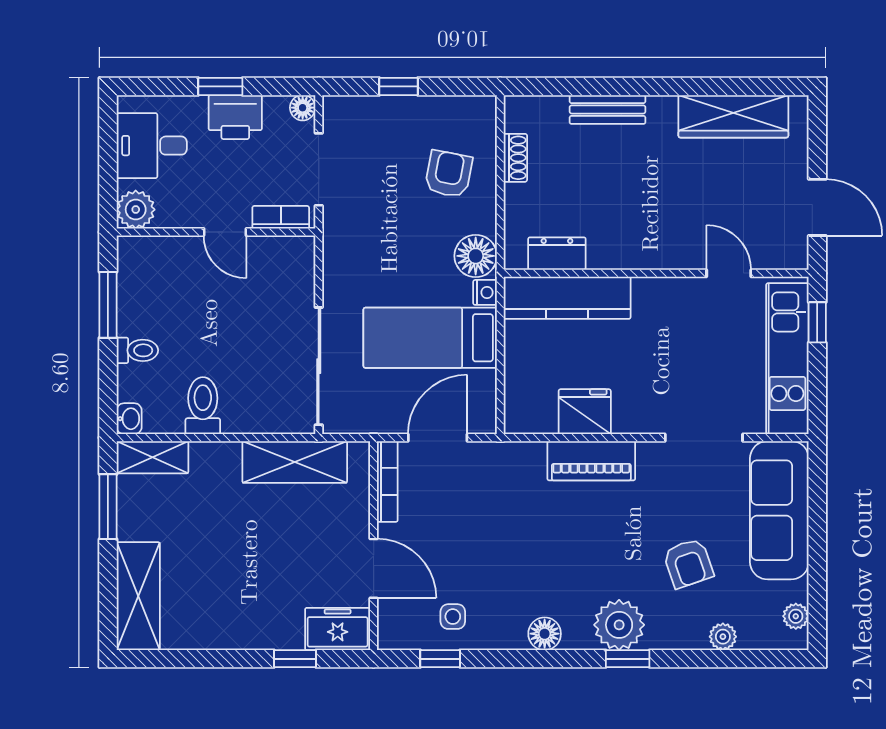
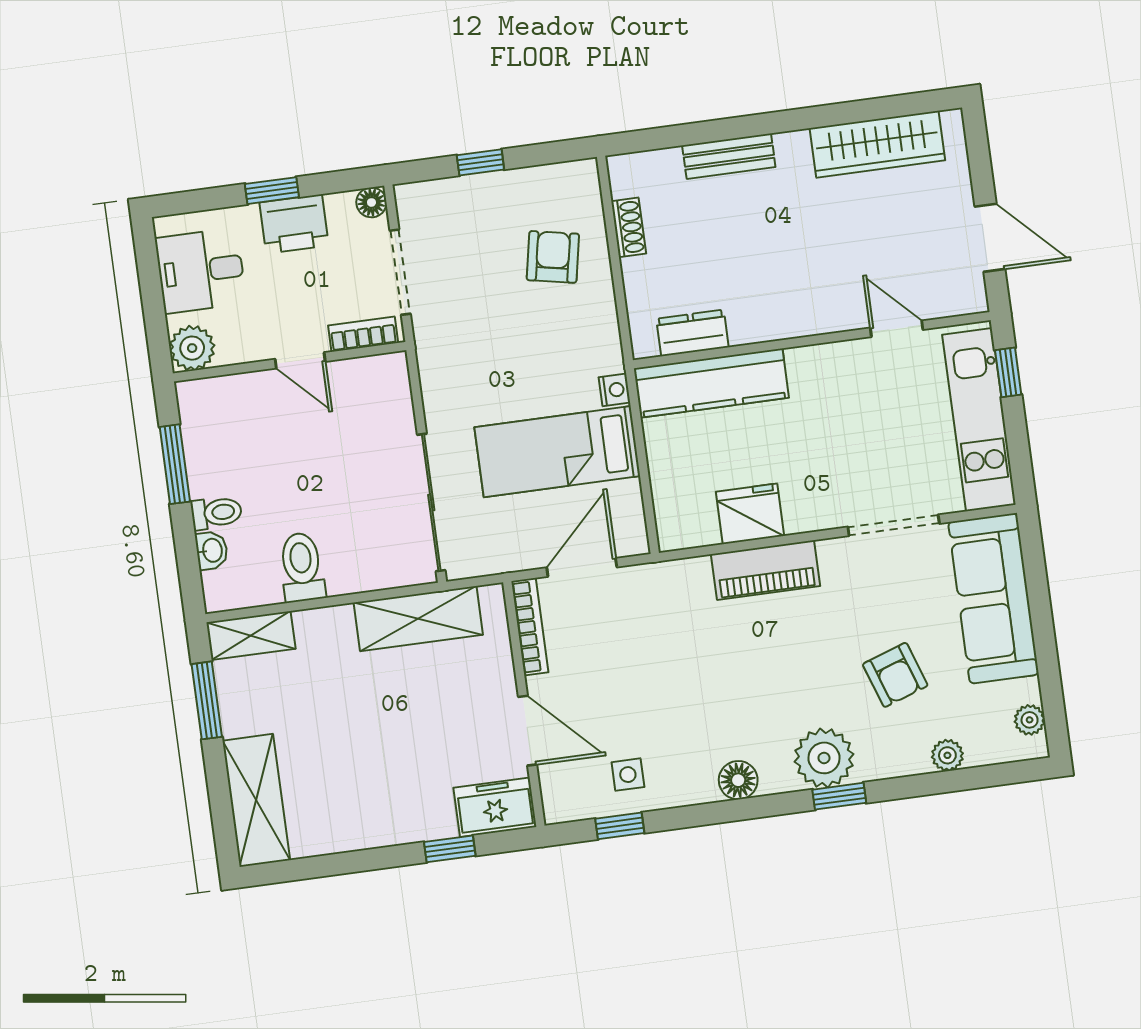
floor lamp: (476, 256) -> (598, 349), removed
washbasin: (129, 419) -> (212, 550), moved

